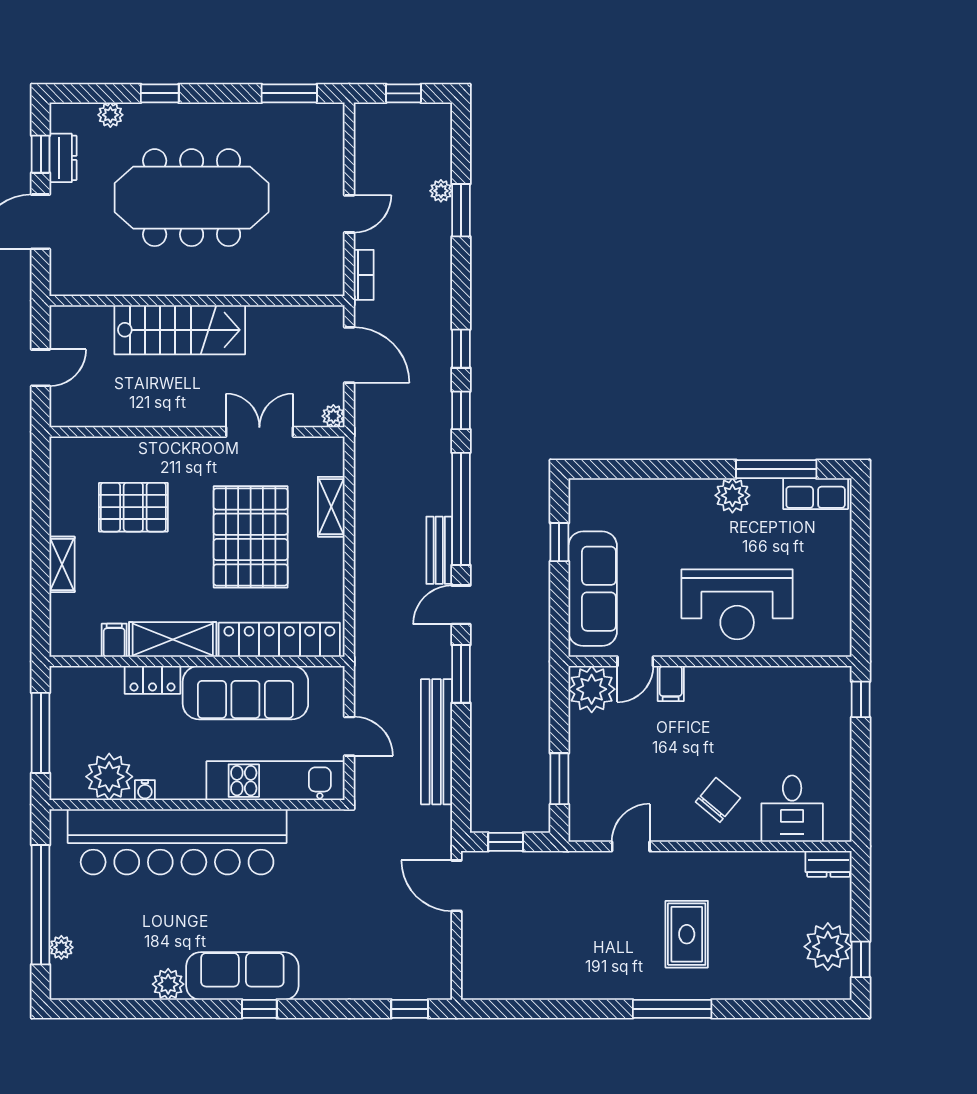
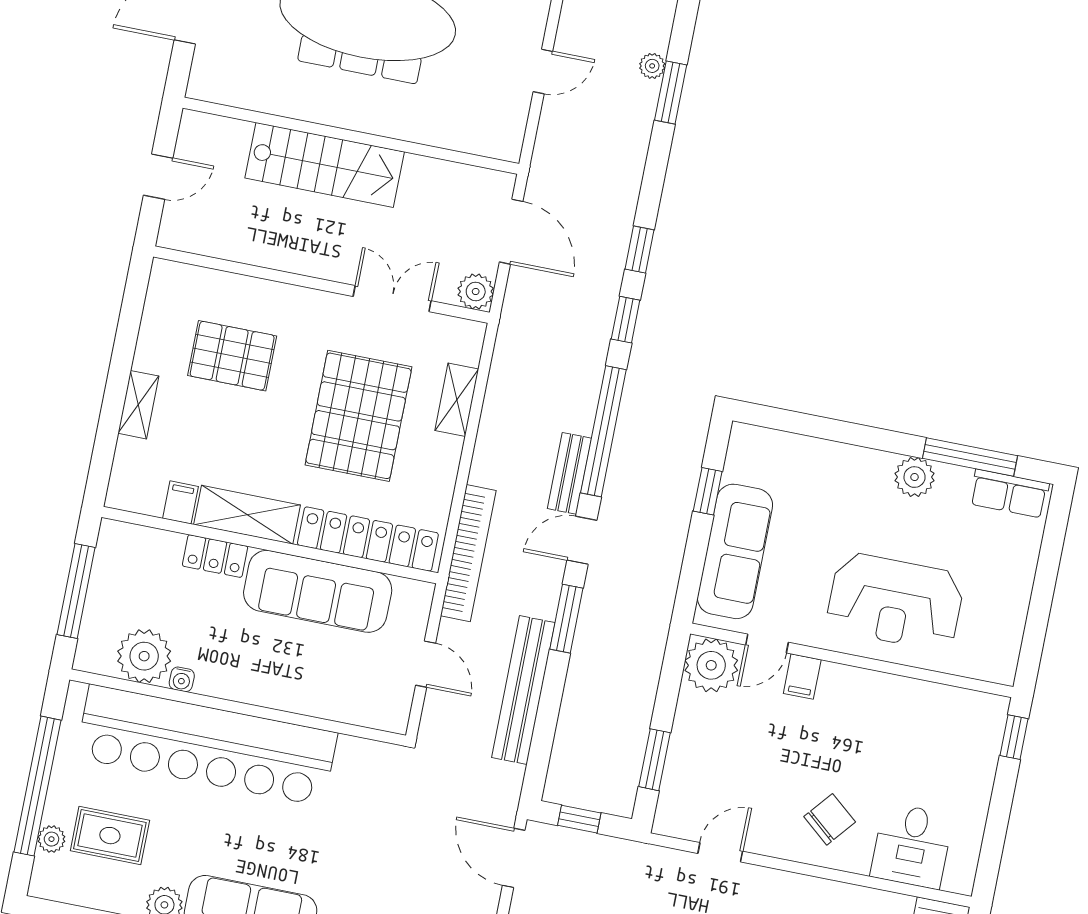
bookcase: (364, 275) -> (468, 553), moved, width x2.31, depth x1.31
plant: (333, 416) -> (476, 291), width x1.38, depth x1.38
kitchen unit: (276, 781) -> (332, 698), removed
rug: (110, 935) -> (110, 836), added

